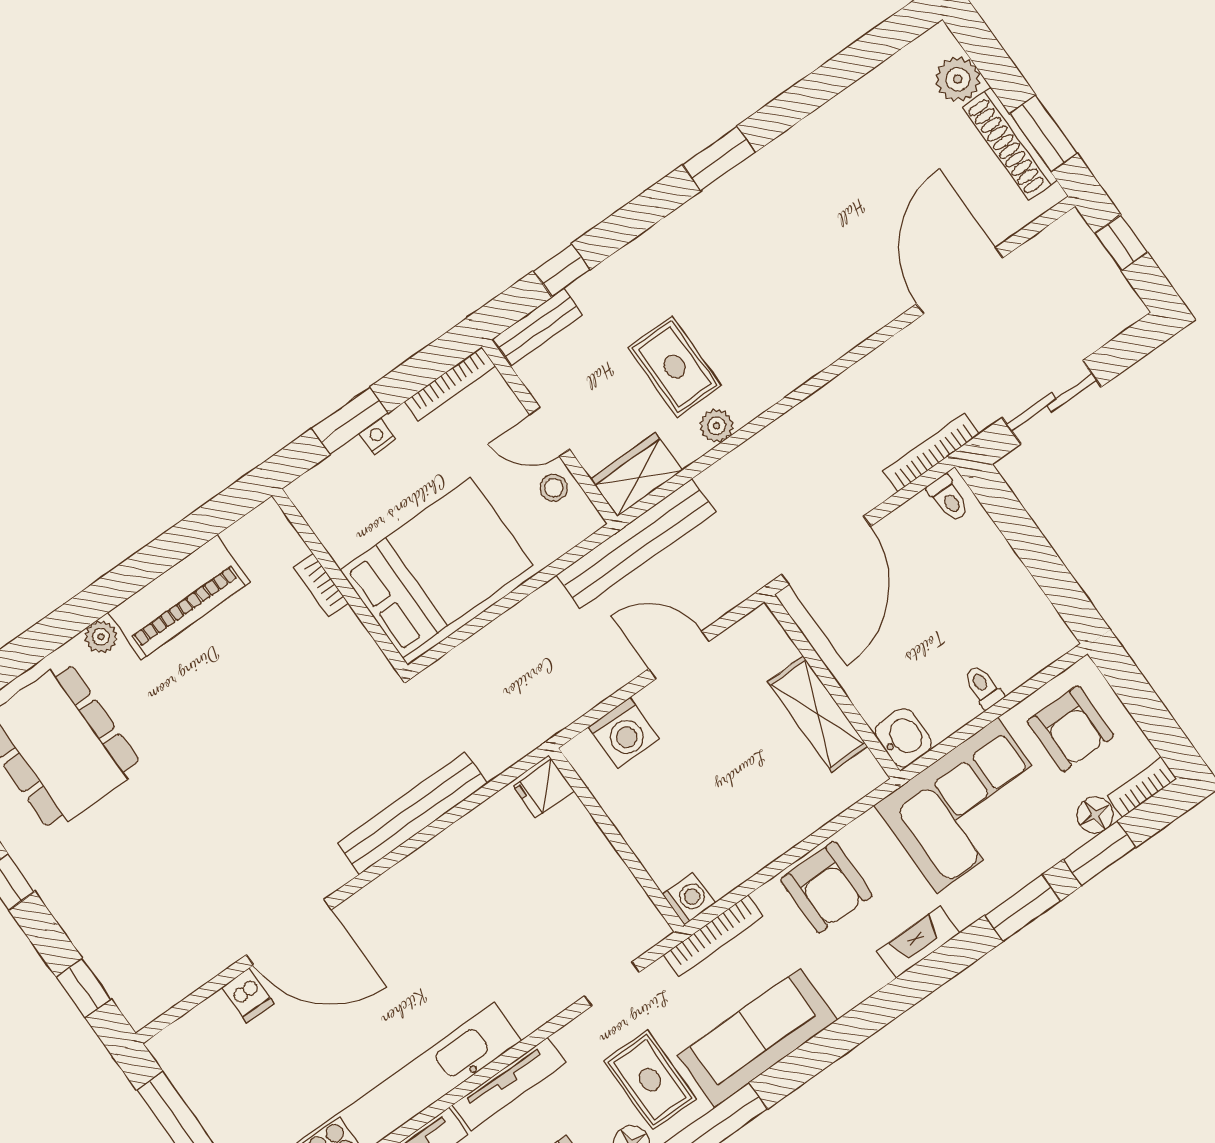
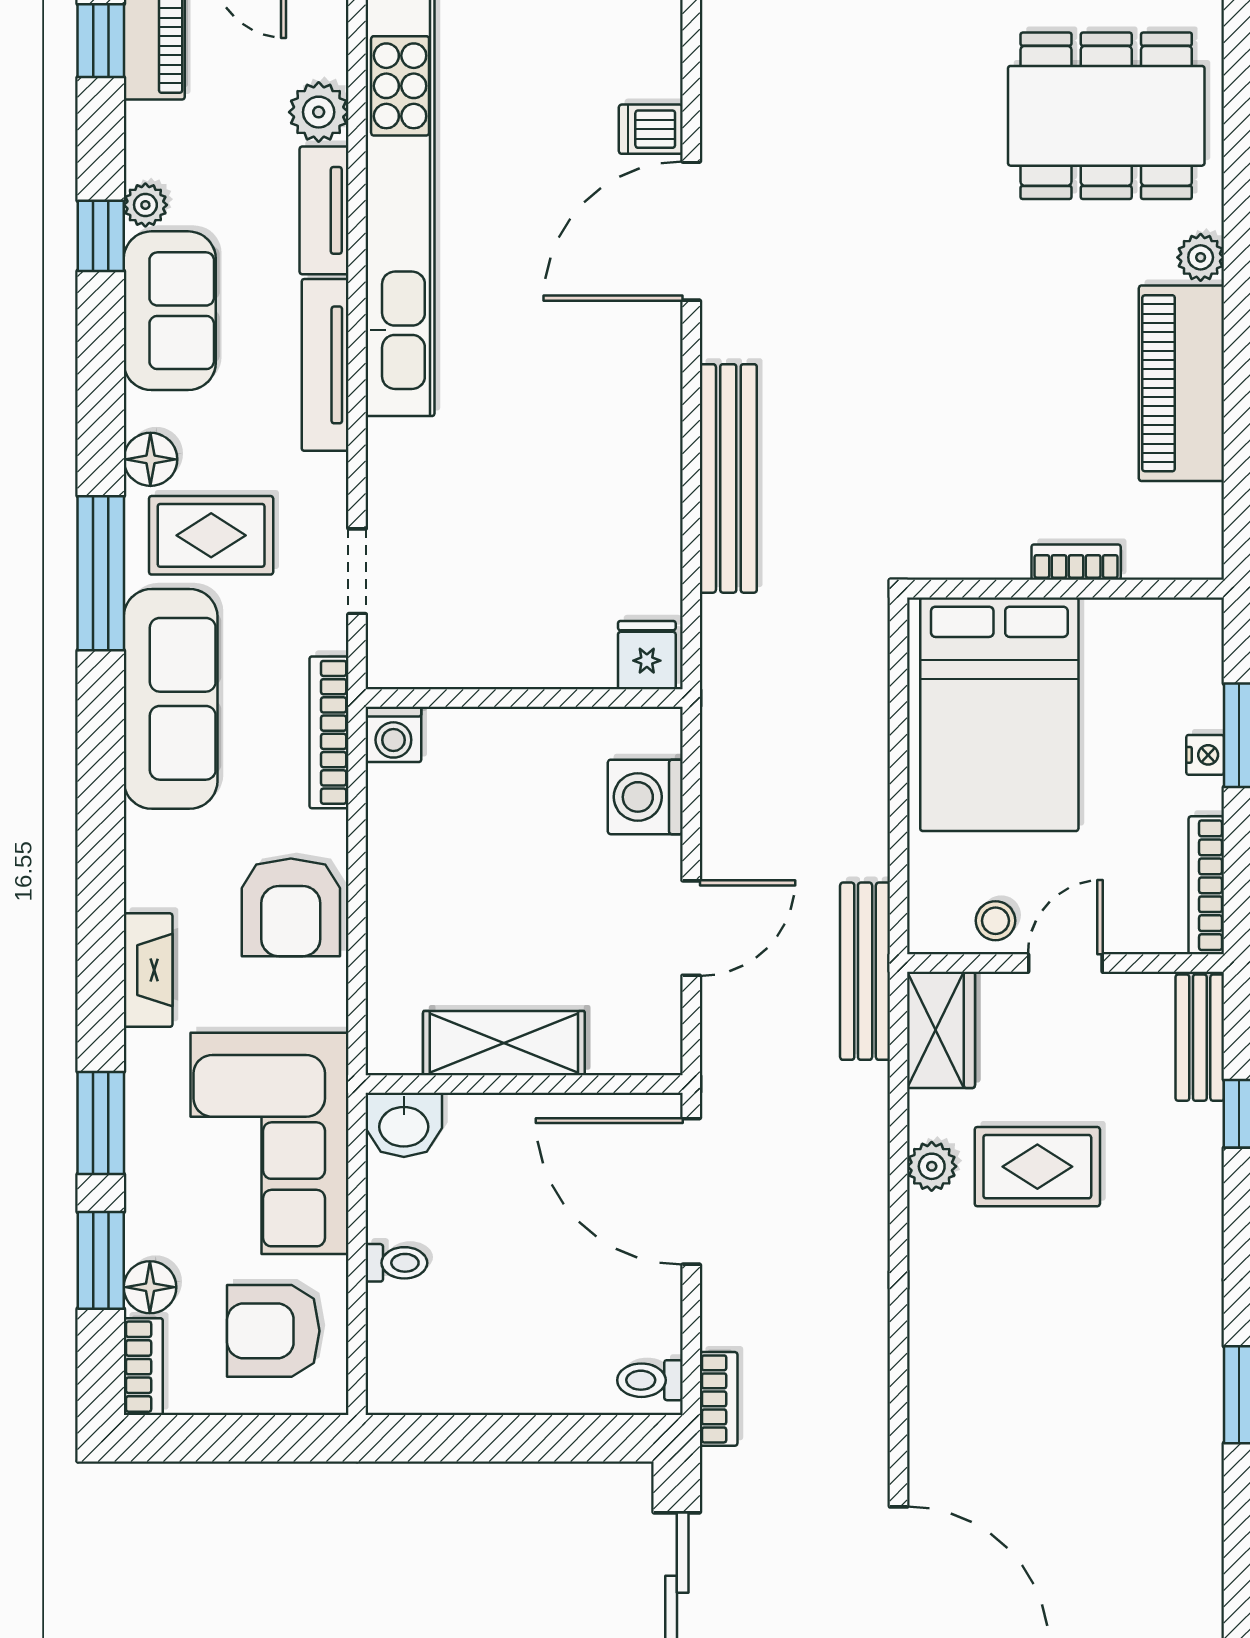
bookcase: (931, 453) -> (719, 1399), width x0.64
bench: (636, 544) -> (865, 971), width x0.73, depth x0.82
armchair: (826, 887) -> (291, 907), turned -90

